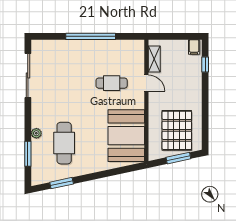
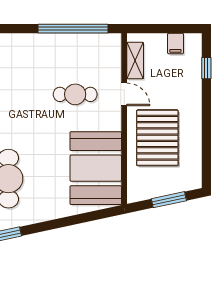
window: (91, 36) -> (73, 29), moved
filing cabinet: (194, 47) -> (175, 44), moved
pallet: (177, 130) -> (157, 138), moved

